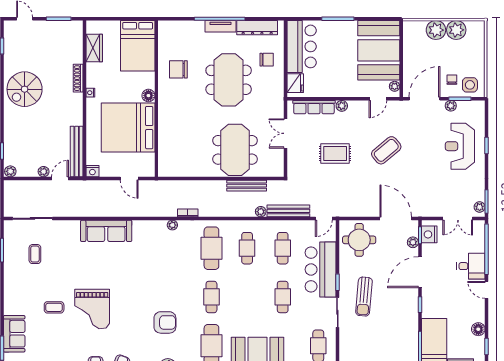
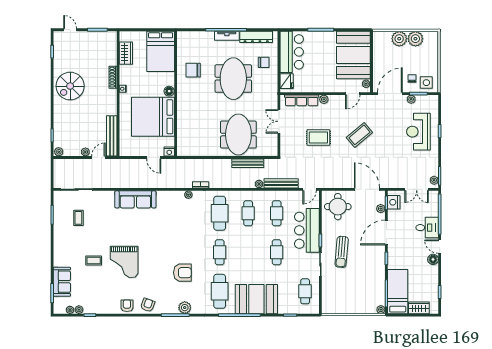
nightstand: (92, 171) -> (169, 152), moved
floor lamp: (478, 329) -> (433, 259), moved

